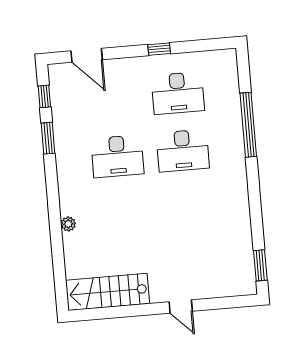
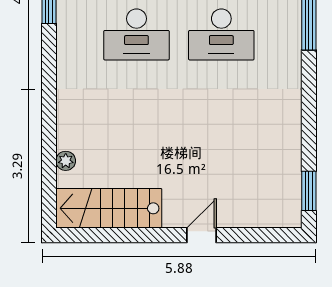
plant: (68, 224) -> (66, 161), moved
door: (181, 306) -> (201, 235), swing flipped

